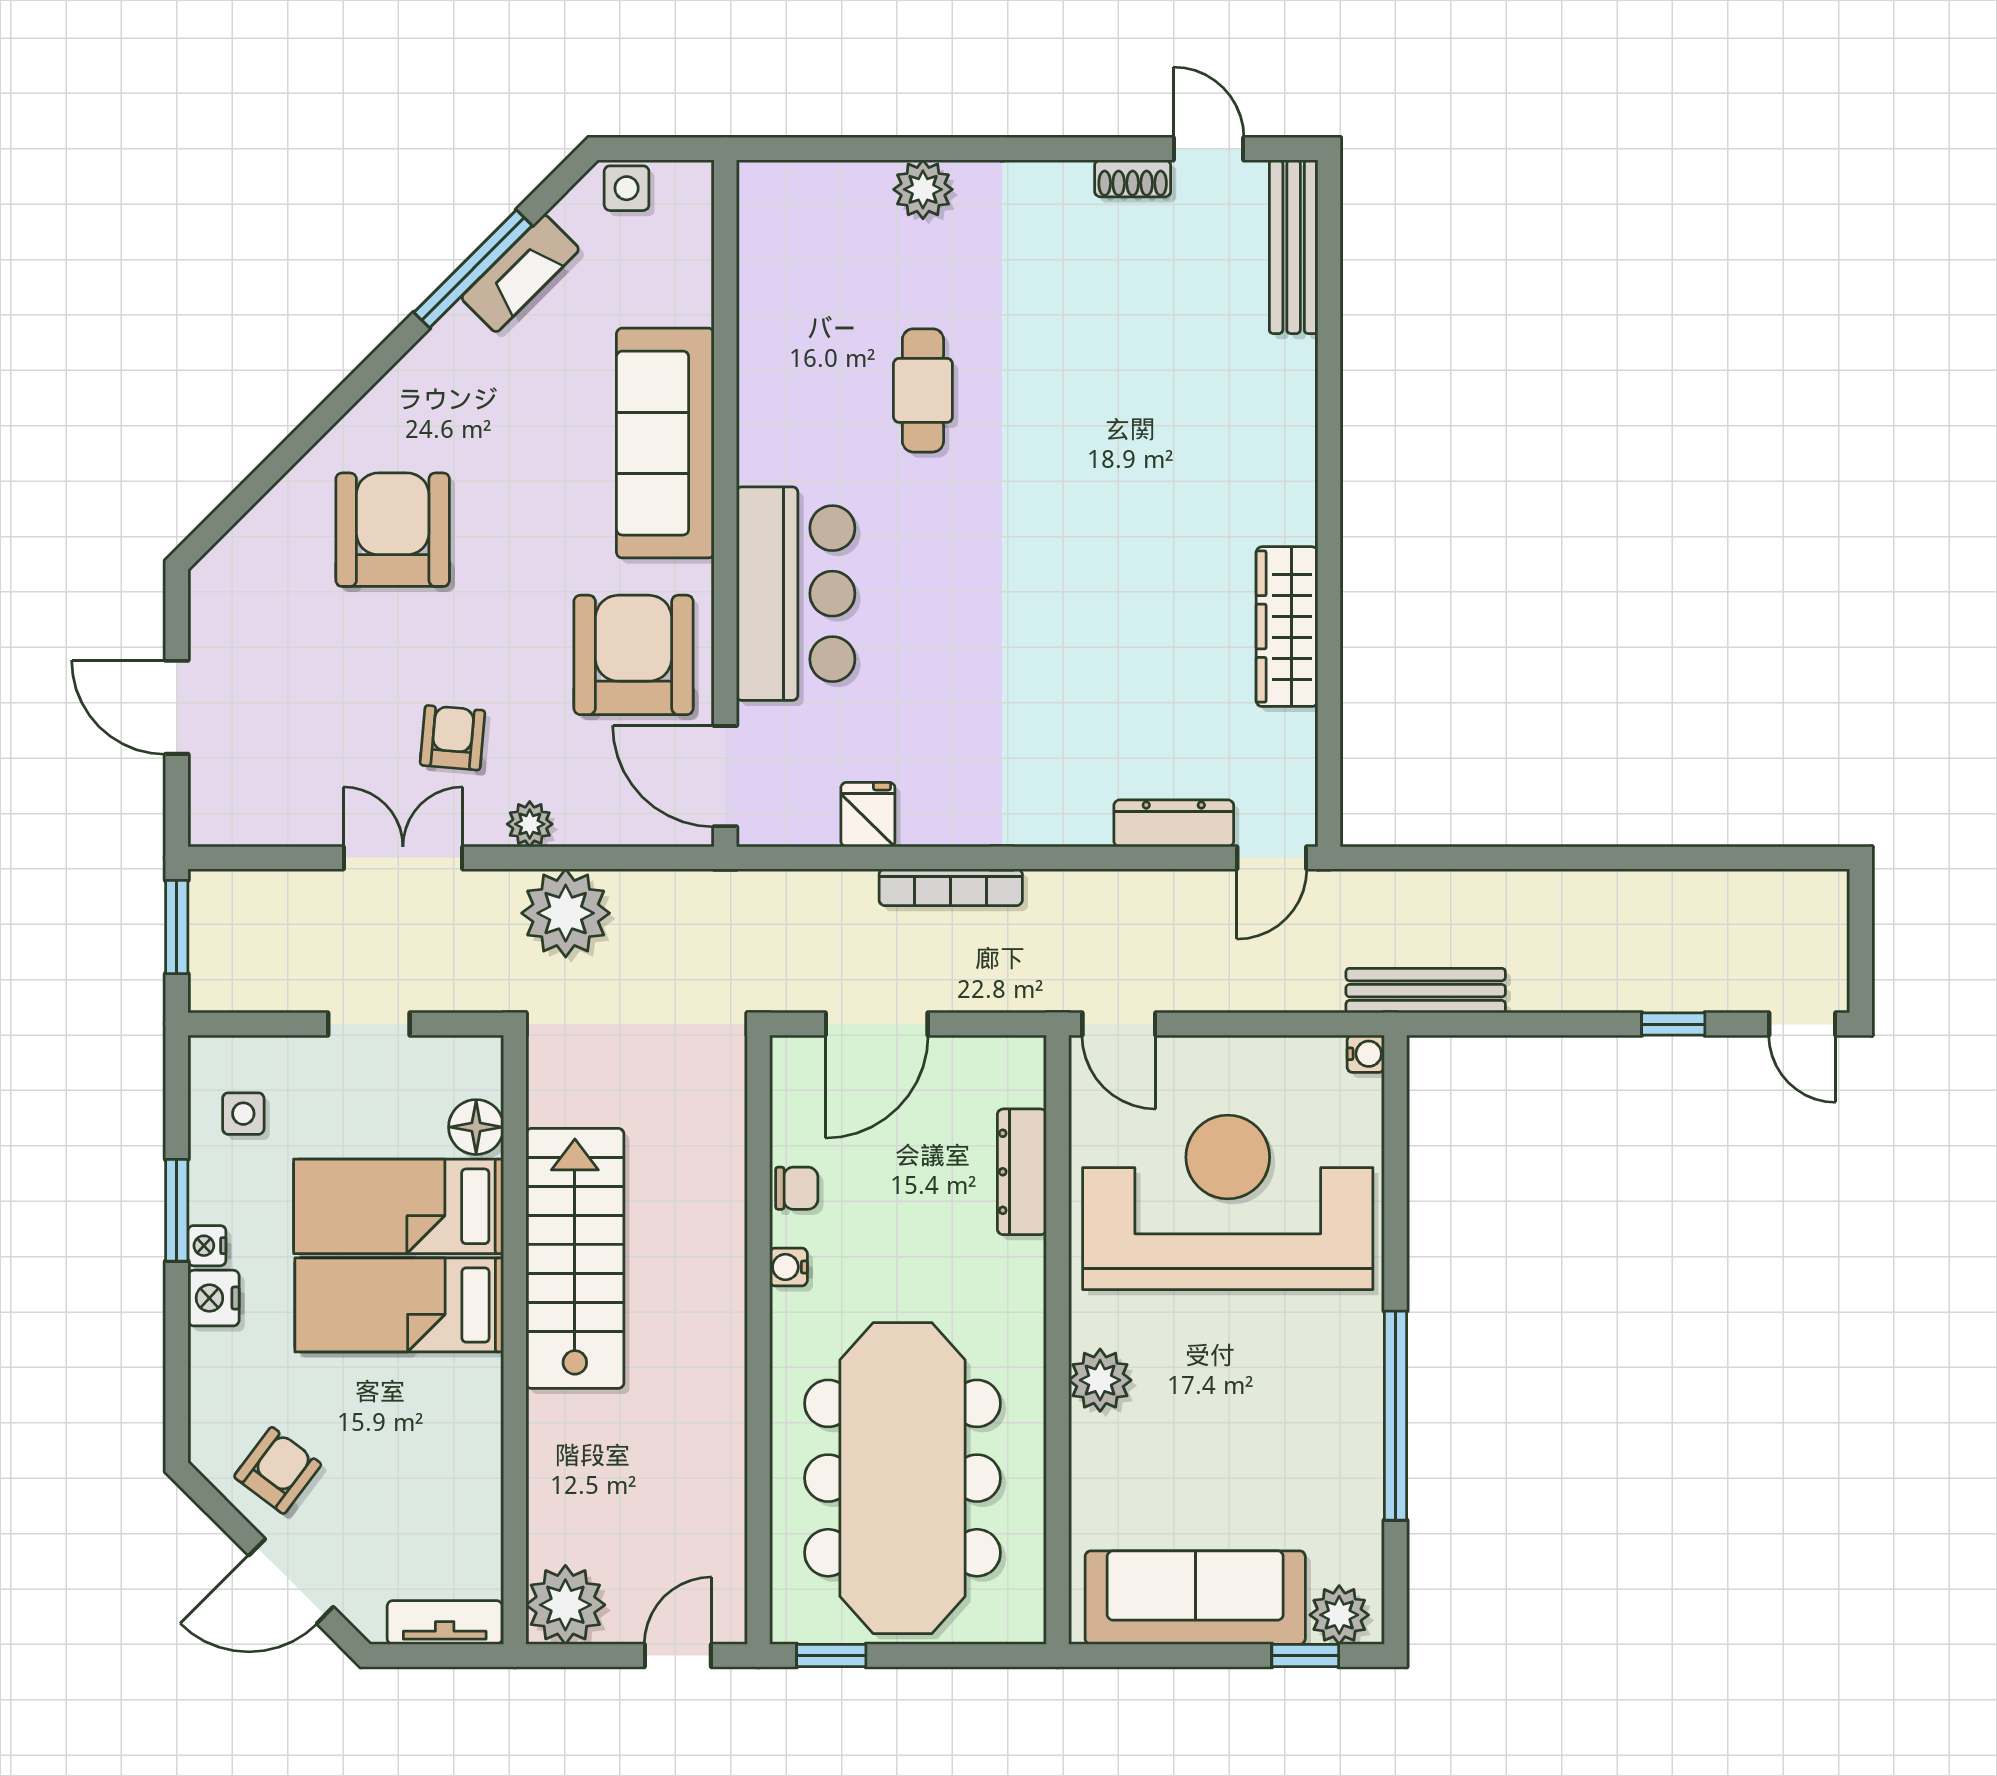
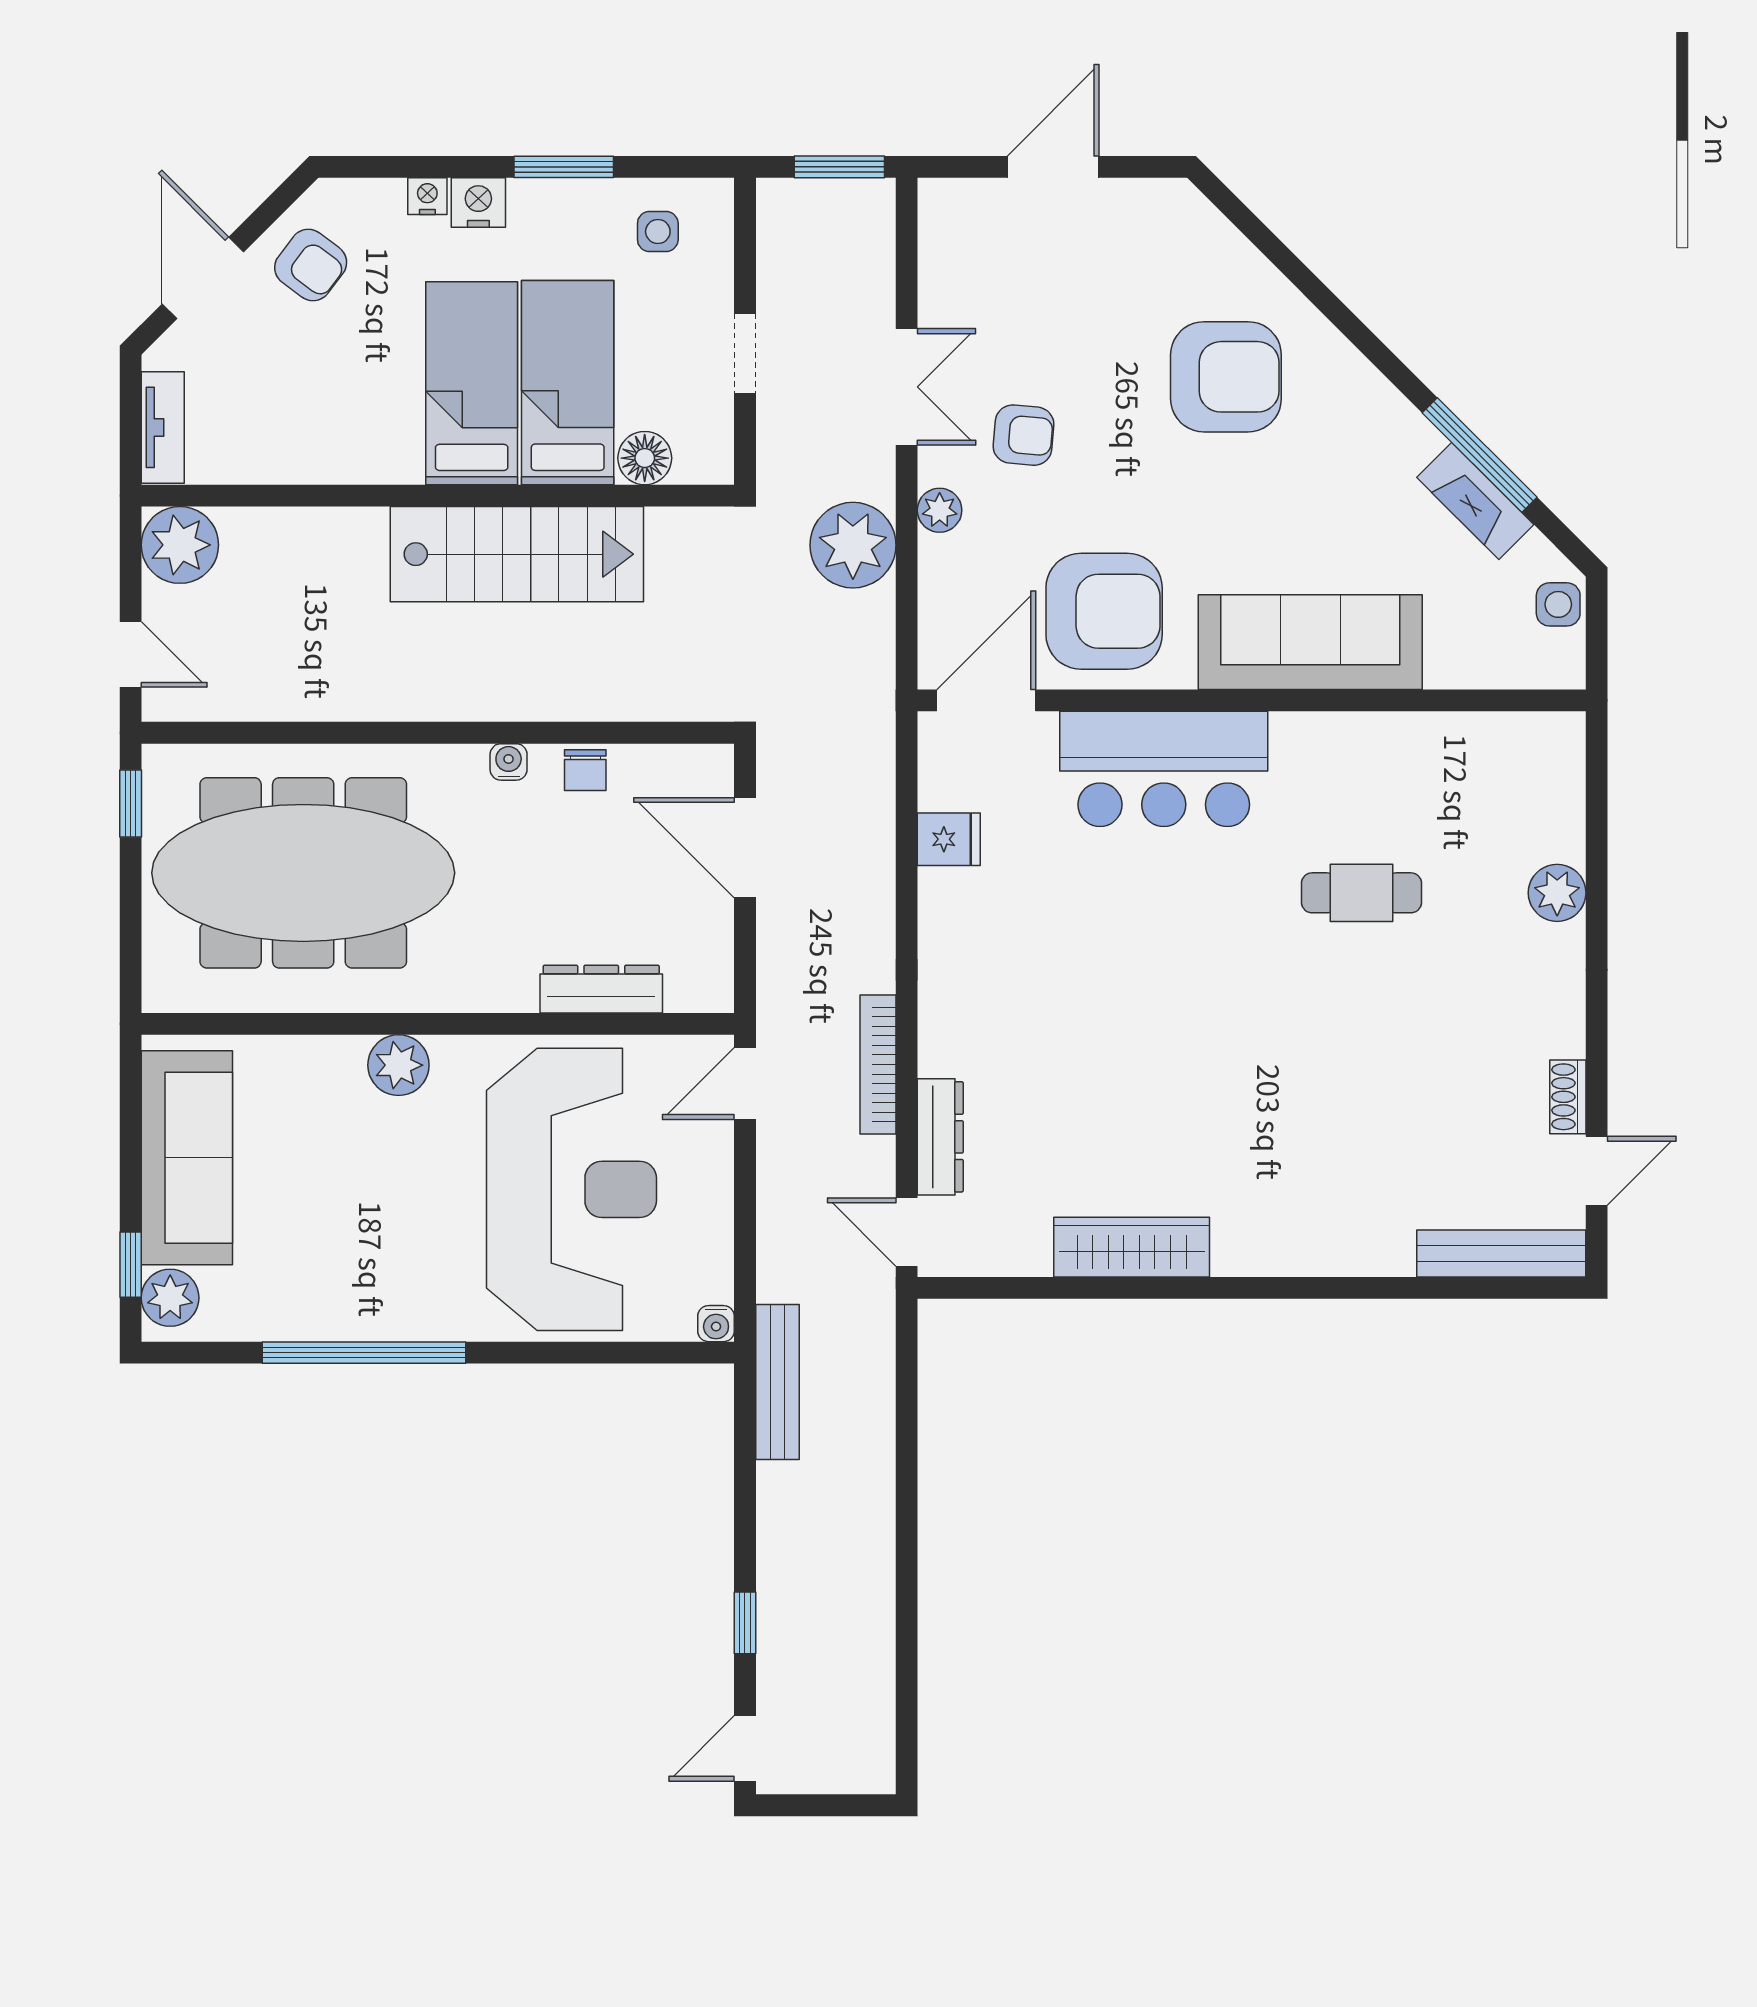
bookcase: (951, 887) -> (878, 1065), moved
nightstand: (207, 1246) -> (427, 196), moved

